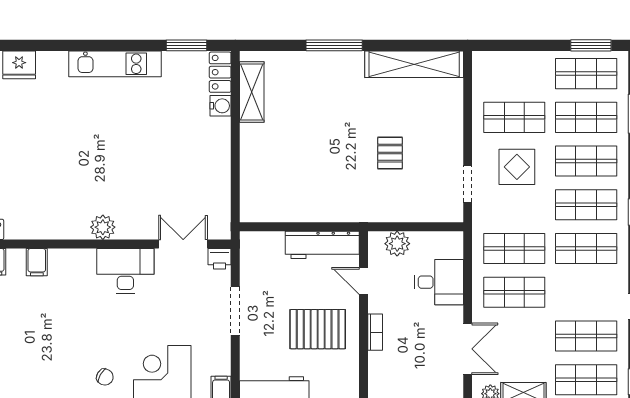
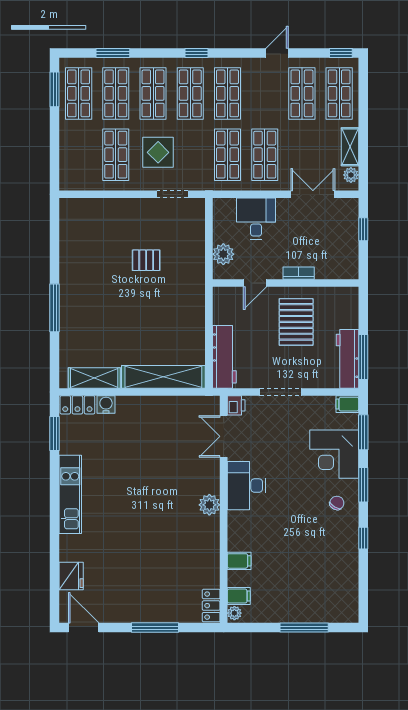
shelving: (414, 64) -> (163, 377), moved, turned 90
workbench: (322, 245) -> (224, 357), moved

